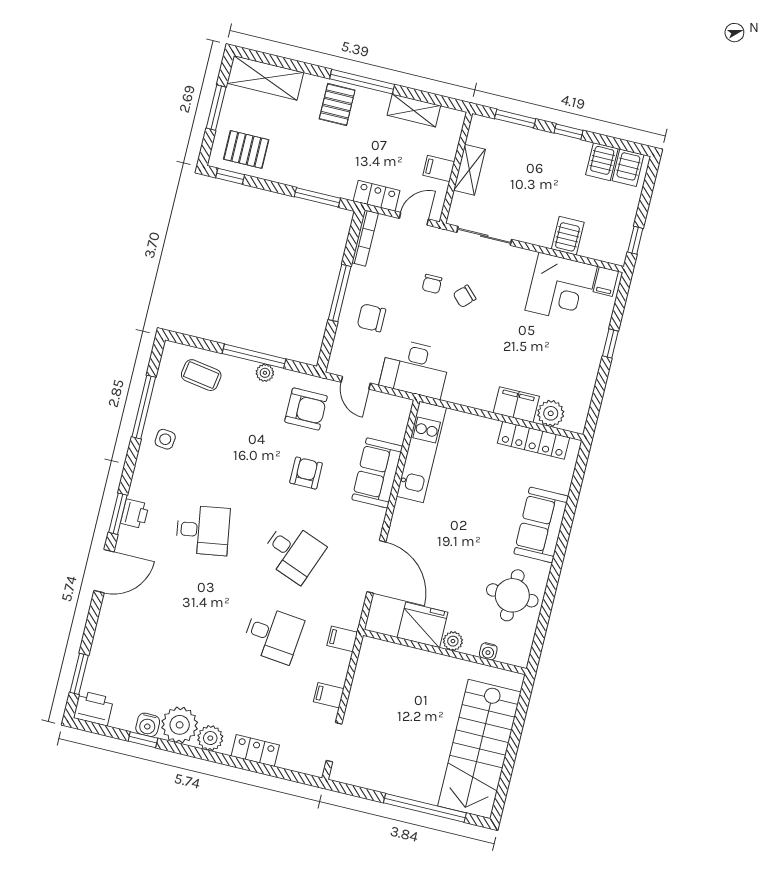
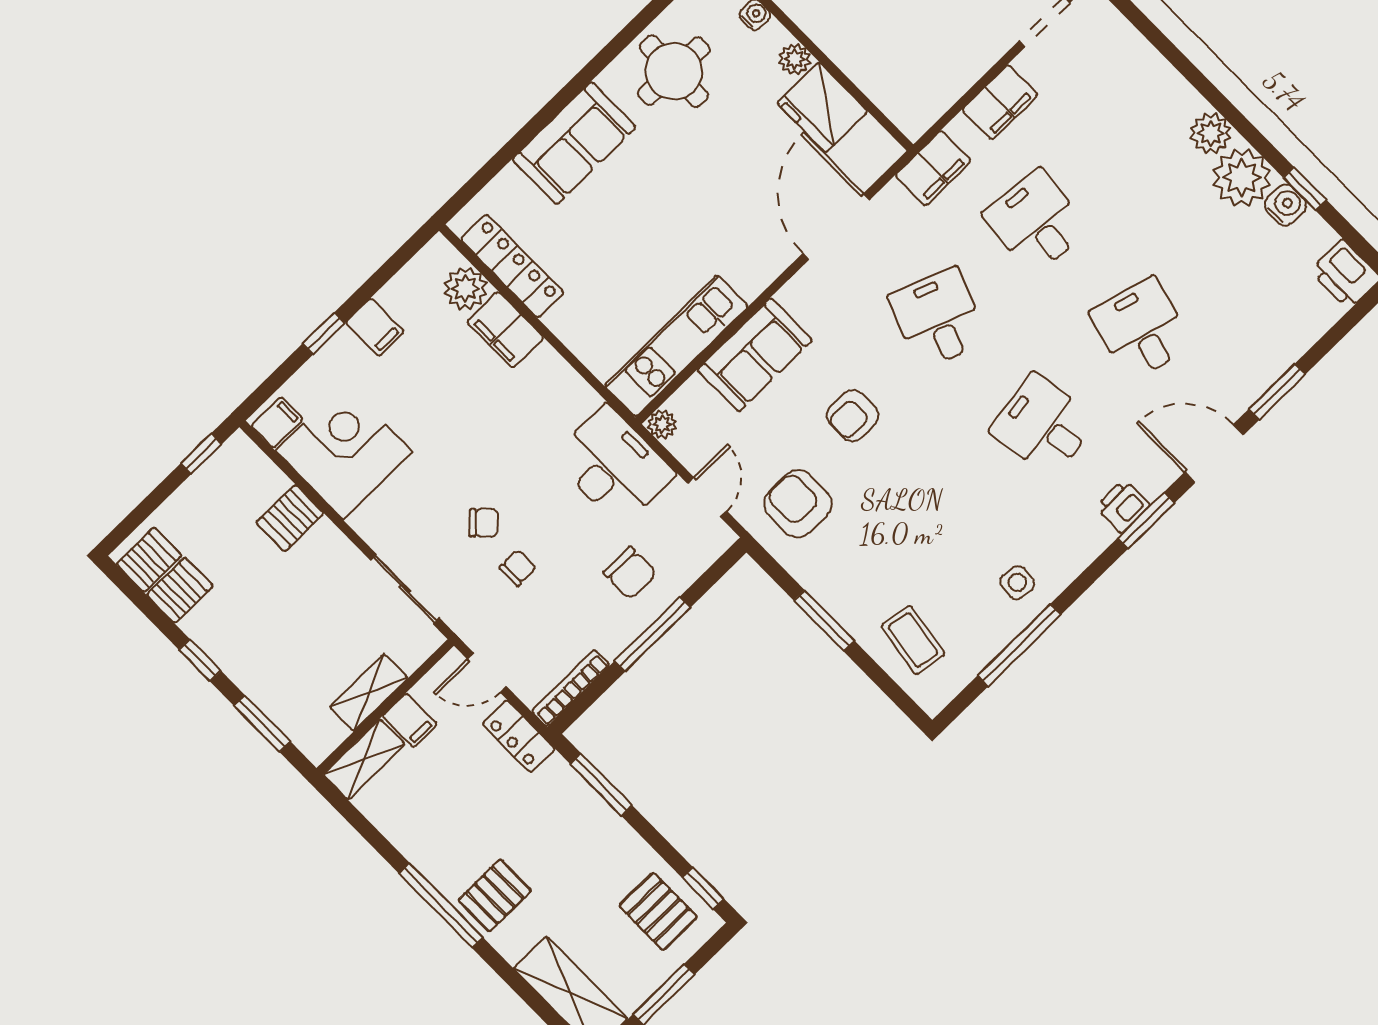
shelving: (414, 110) -> (364, 759), moved, turned 90
window: (254, 356) -> (824, 621), width x0.69
filing cabinet: (585, 363) -> (375, 327), added
plant: (265, 373) -> (662, 424), moved
desk: (183, 613) -> (1141, 329), added
filing cabinet: (342, 639) -> (933, 168), width x2.00
window: (79, 674) -> (1277, 392), moved
filing cabinet: (329, 695) -> (1000, 102), width x2.00
locker: (255, 751) -> (1160, 78), removed

